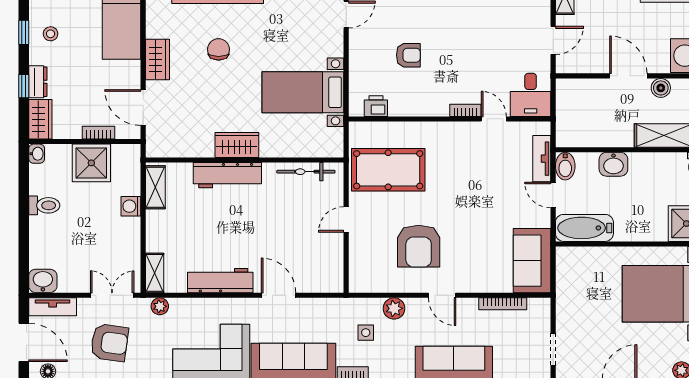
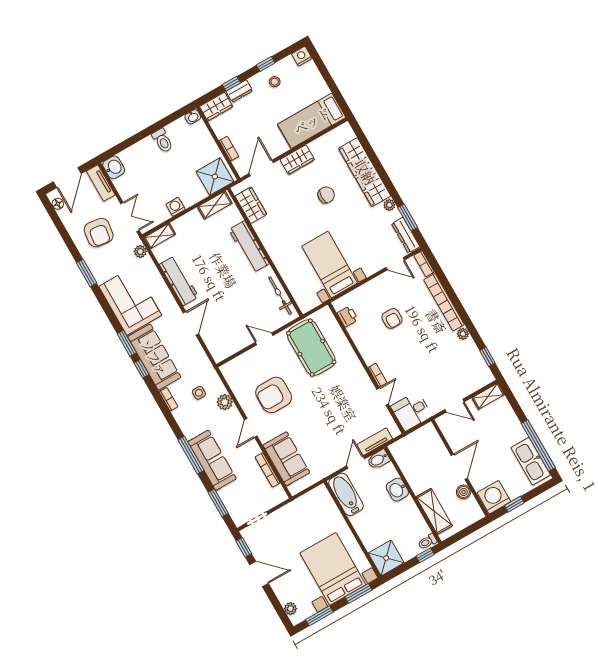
wardrobe: (237, 145) -> (251, 205), moved
shower: (91, 163) -> (215, 177), moved
washing machine: (131, 206) -> (175, 207), moved
sofa: (532, 261) -> (286, 459), moved, turned 90

